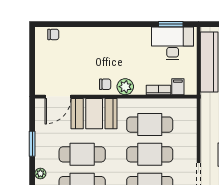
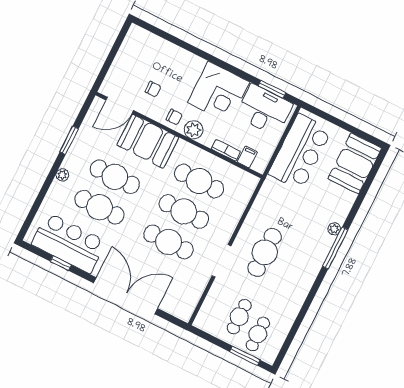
chair: (53, 34) -> (153, 89), moved
corner desk: (130, 47) -> (219, 92), added

